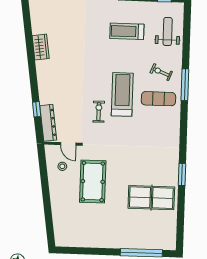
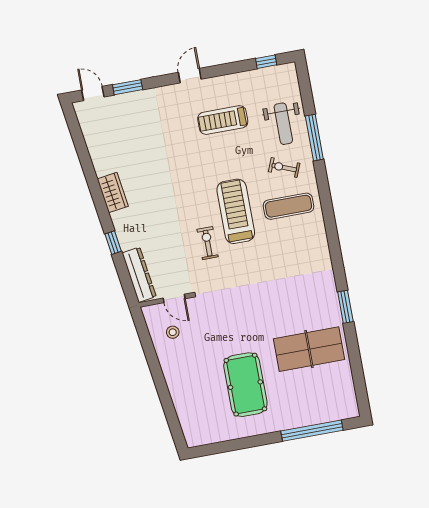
weight bench: (168, 31) -> (283, 124), moved, turned 180
wardrobe: (41, 47) -> (113, 193), moved
window: (185, 85) -> (314, 138), moved
window: (37, 109) -> (113, 243), moved
pool table: (93, 181) -> (245, 385), moved

